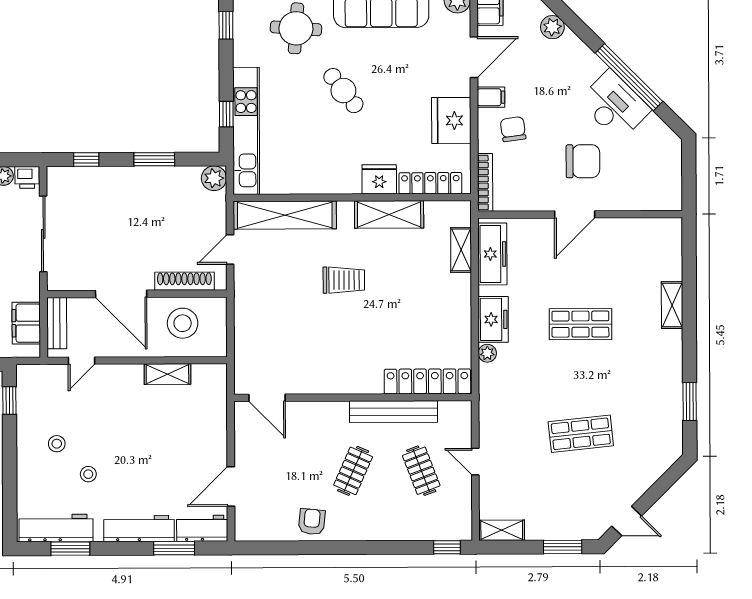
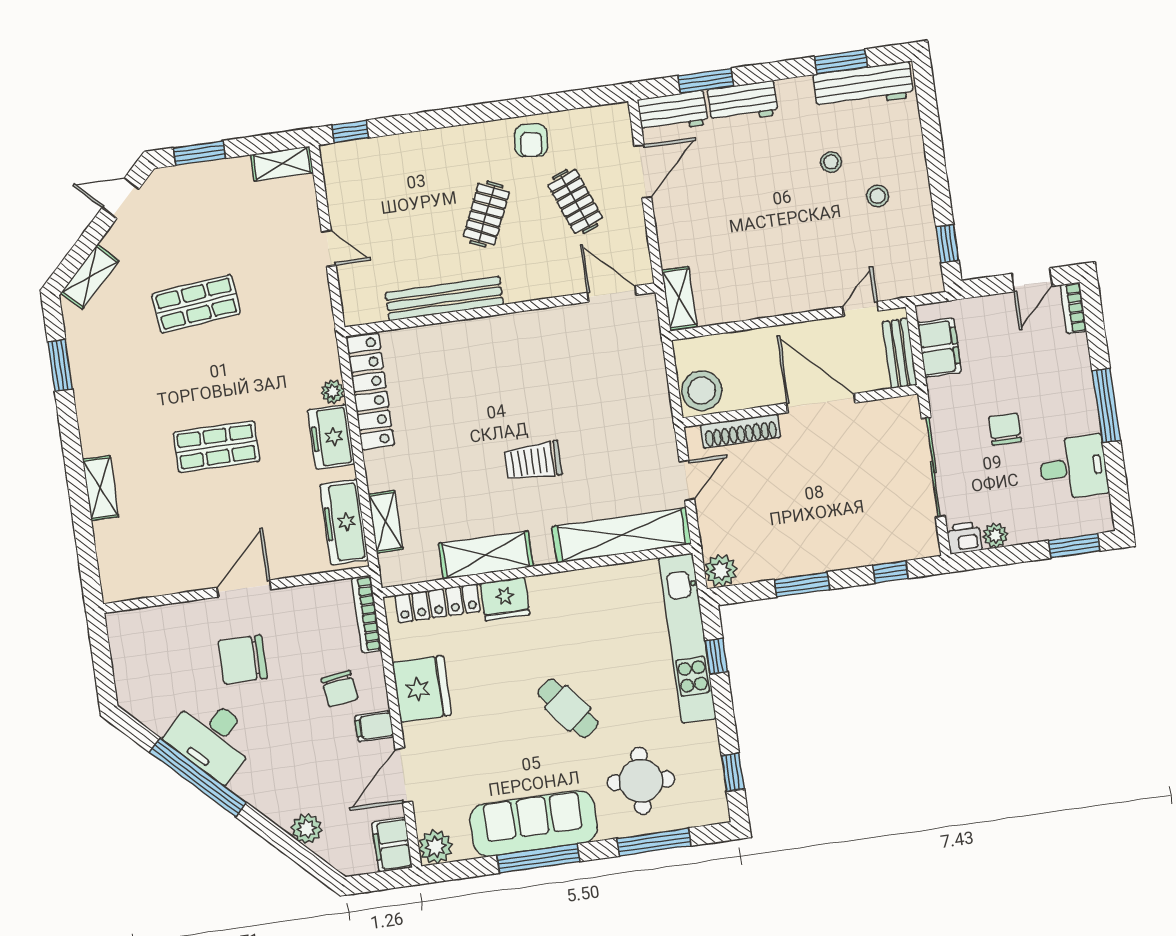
stool: (183, 323) -> (702, 391), moved
shelving: (167, 374) -> (679, 298), moved, turned 90
locker: (427, 381) -> (370, 391), moved, turned -90
shelving: (658, 465) -> (90, 277), added
clothes rail: (421, 471) -> (575, 201), moved
workbench: (139, 529) -> (743, 102), width x0.73

